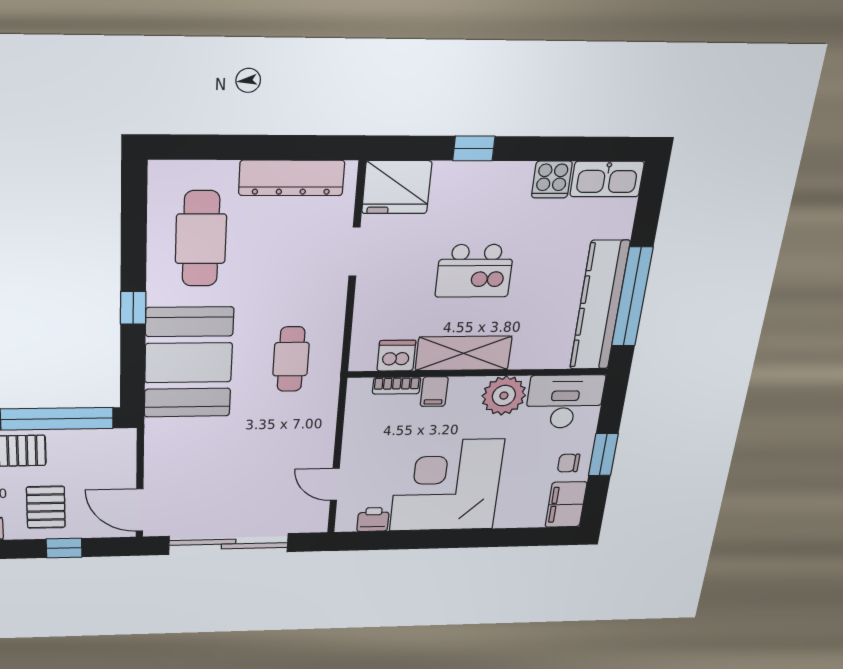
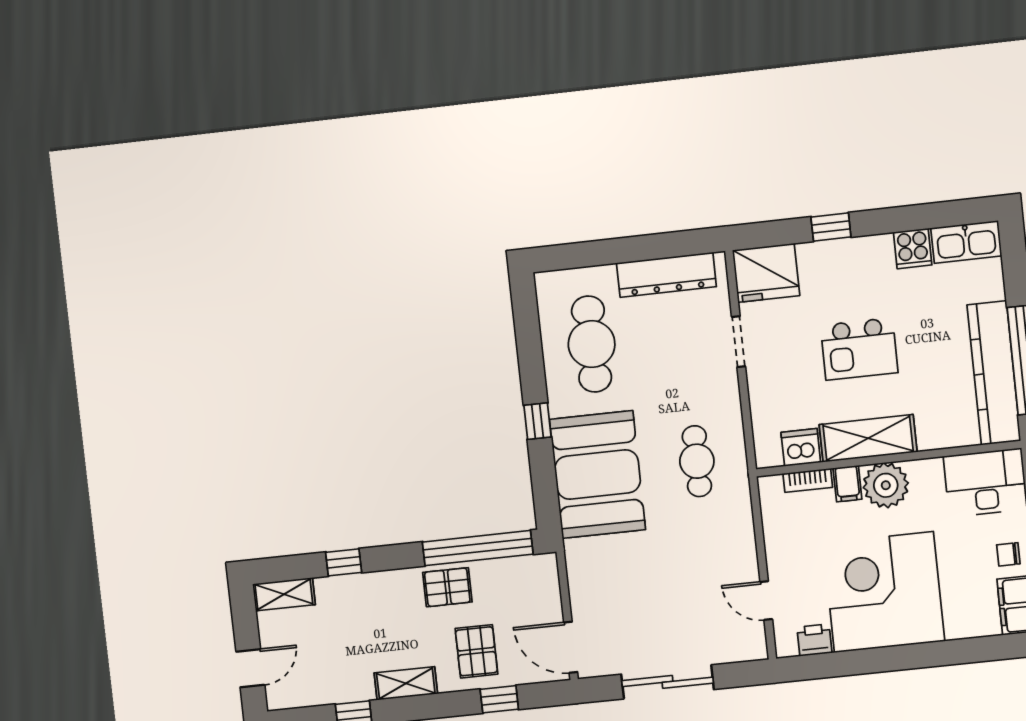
plant: (504, 396) -> (886, 485), moved
sliding door: (229, 544) -> (668, 682), width x0.73

